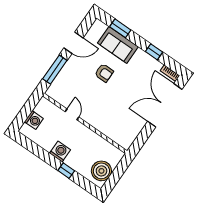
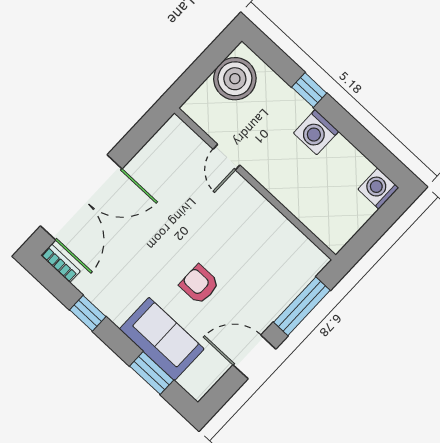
door: (72, 114) -> (226, 157), moved
washing machine: (34, 120) -> (378, 189), moved

